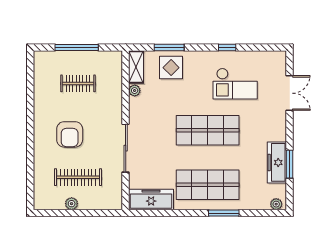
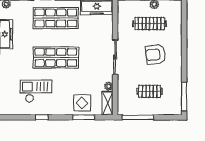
window: (77, 47) -> (138, 117), moved
window: (30, 76) -> (184, 97), added
armchair: (70, 134) -> (156, 54), turned -96
sliding door: (126, 148) -> (115, 57), moved

